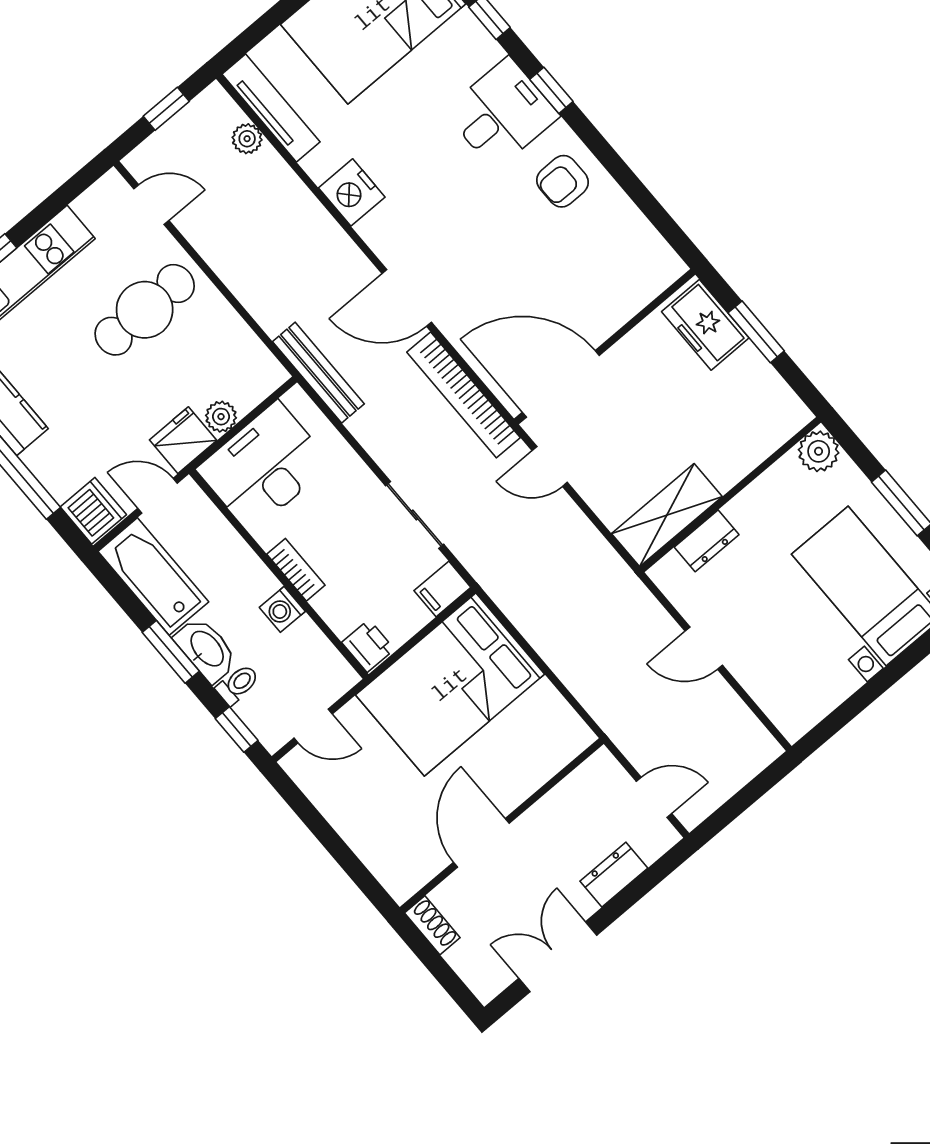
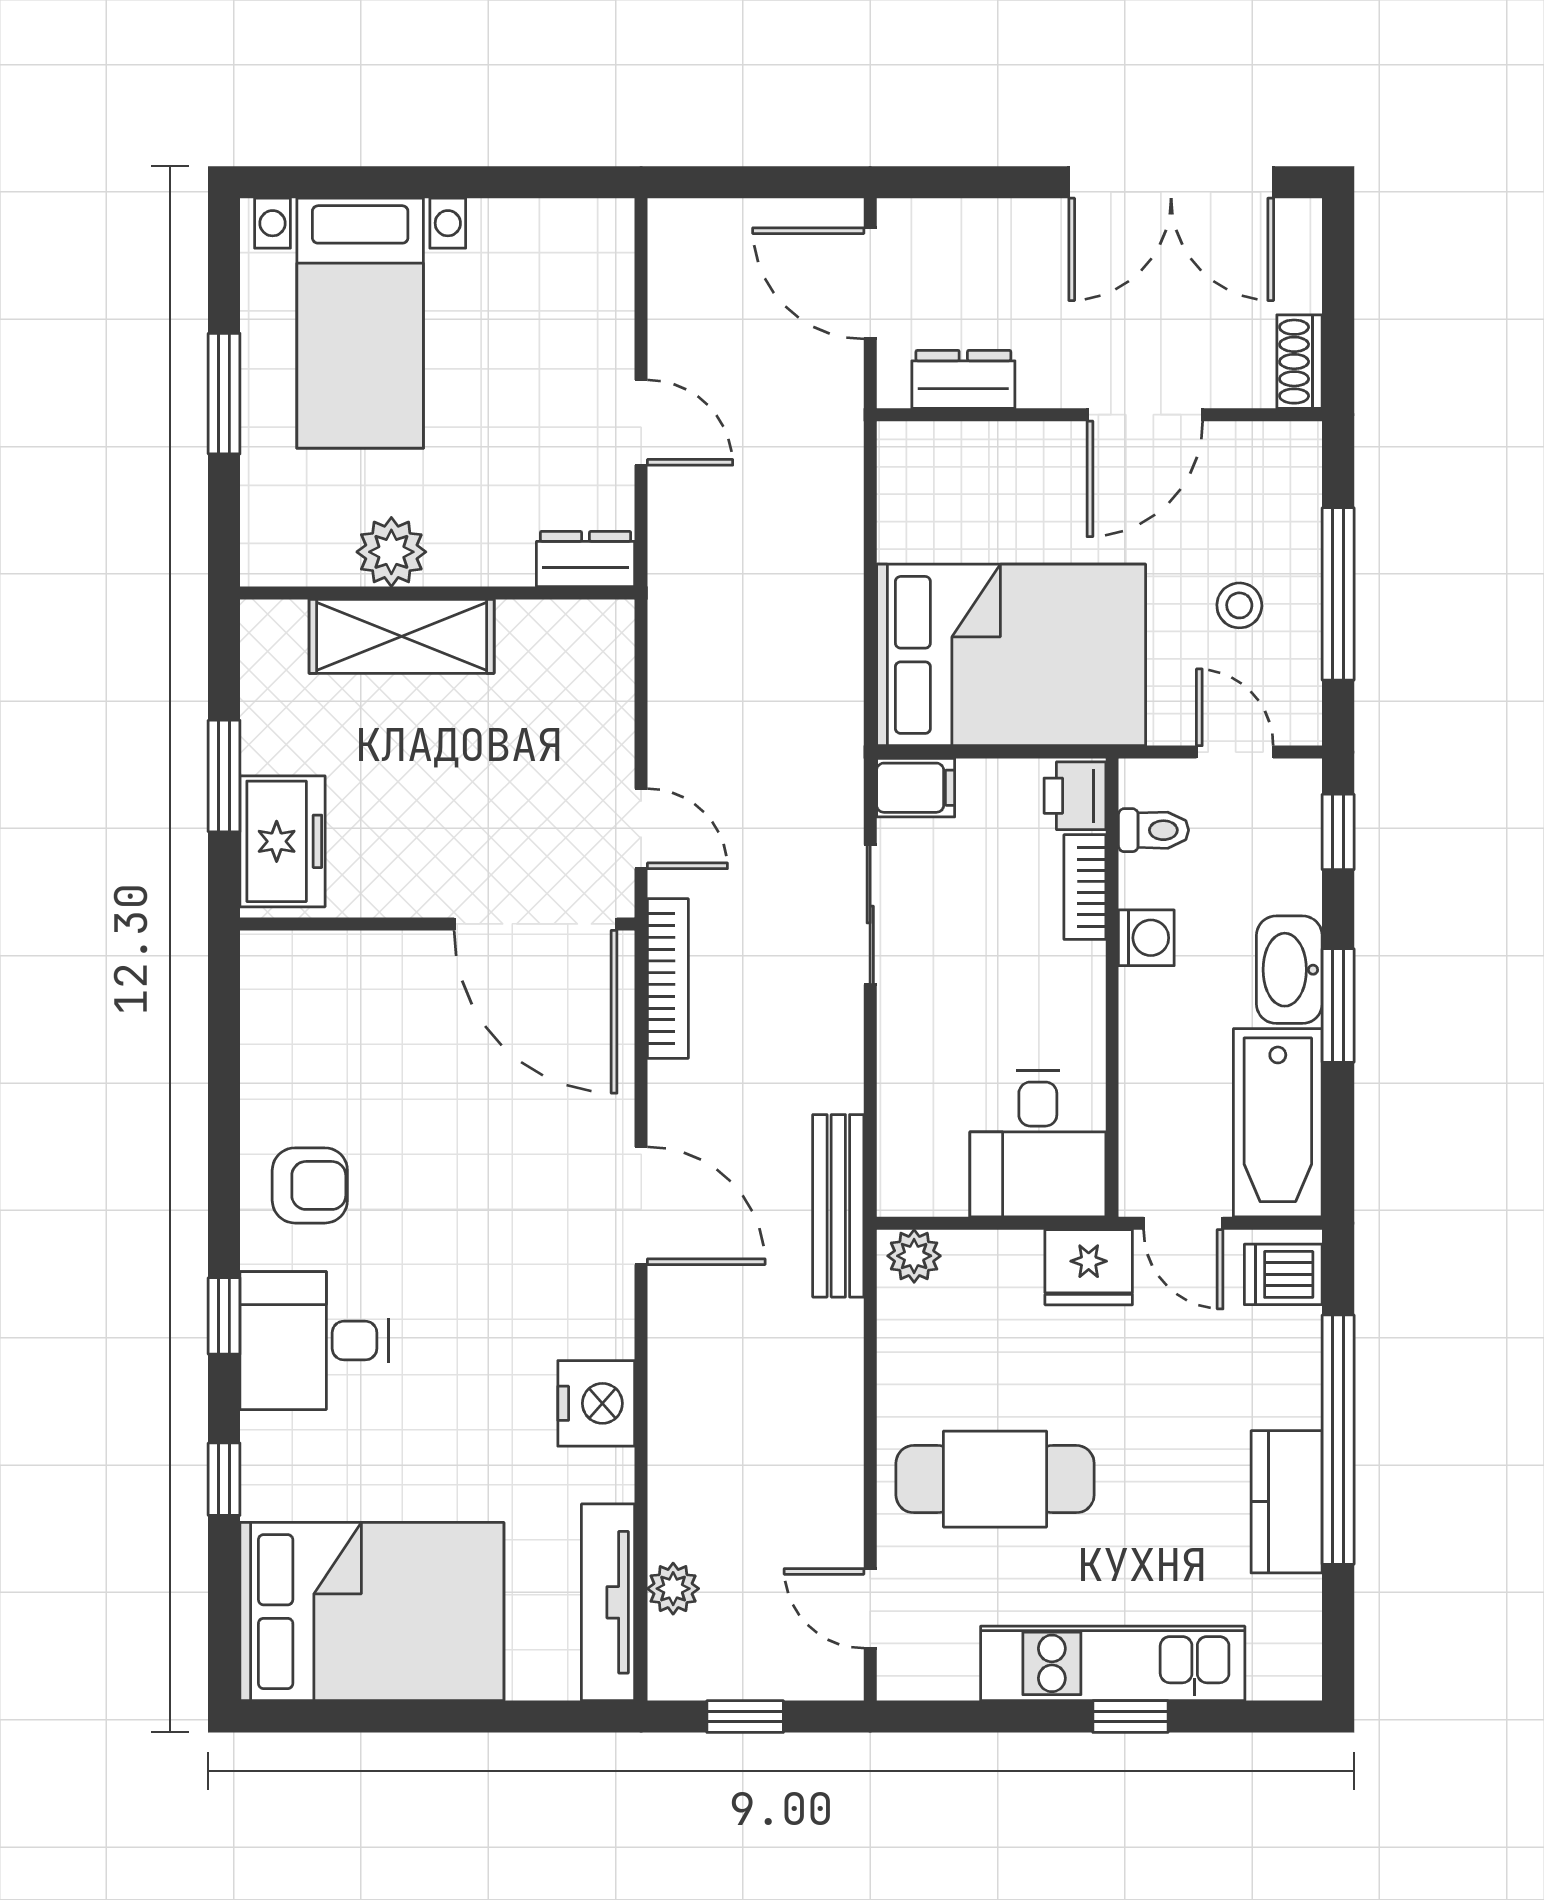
bookcase: (463, 395) -> (668, 979), width x0.68, depth x0.76
plant: (221, 417) -> (914, 1256), moved
plant: (819, 451) -> (391, 552), moved
desk: (264, 467) -> (1038, 1144), width x0.73
dishwasher: (93, 511) -> (1283, 1274), width x0.73
shelving: (667, 515) -> (402, 636), moved
dresser: (707, 541) -> (586, 559), moved
bookcase: (296, 570) -> (1085, 887), moved
toilet: (238, 684) -> (1154, 830), moved, turned 180
stool: (367, 793) -> (1239, 605), added
door: (654, 797) -> (870, 283), width x1.38
window: (327, 836) -> (1338, 594), added
dresser: (614, 875) -> (963, 379), moved, turned 180
double door: (558, 957) -> (1171, 182), width x1.37

